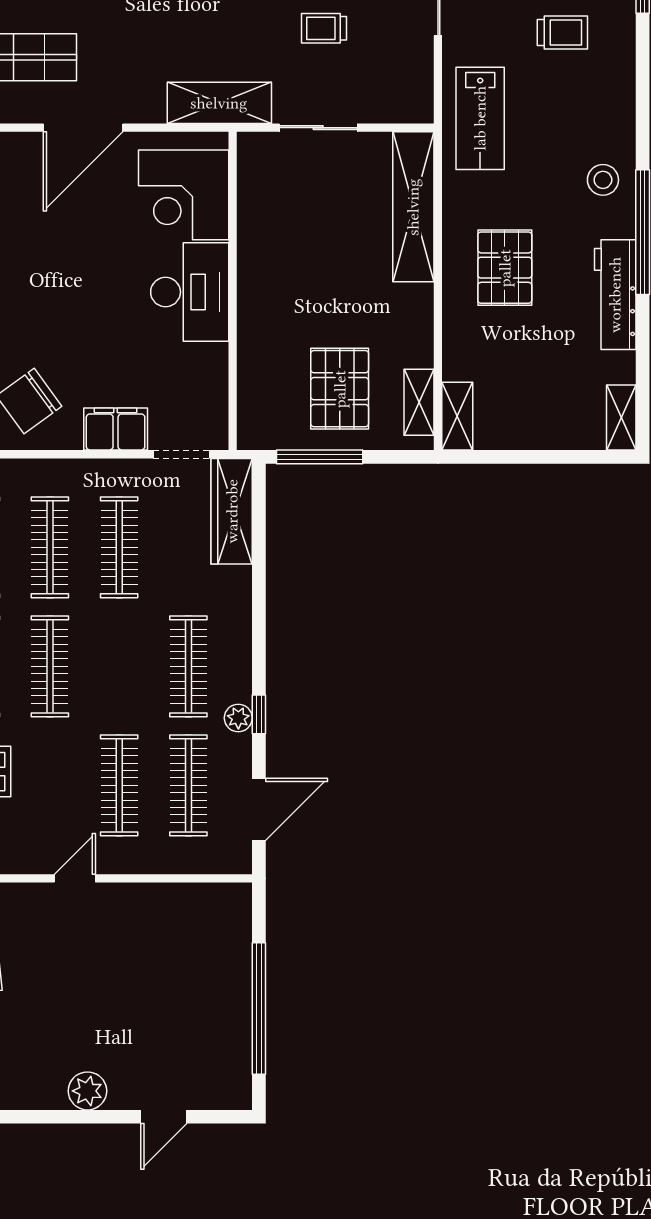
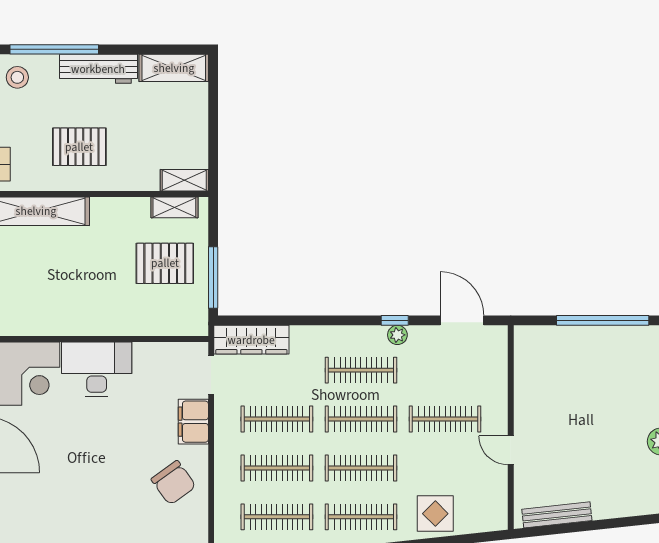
shelving: (621, 418) -> (174, 68), width x1.50, depth x1.33
clothes rail: (188, 785) -> (361, 419), moved

